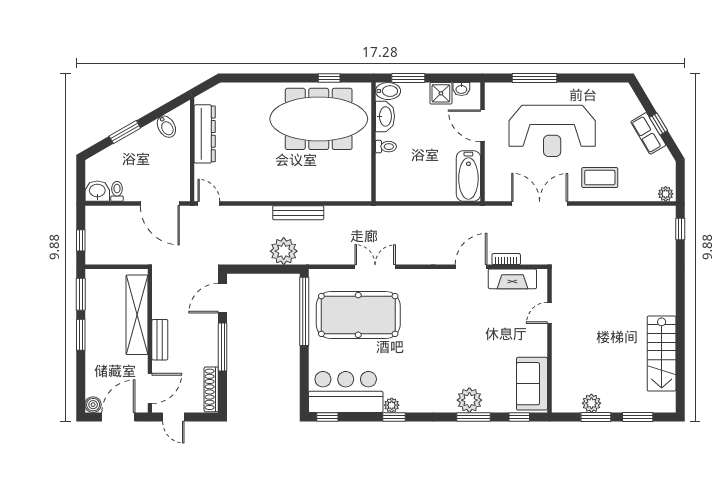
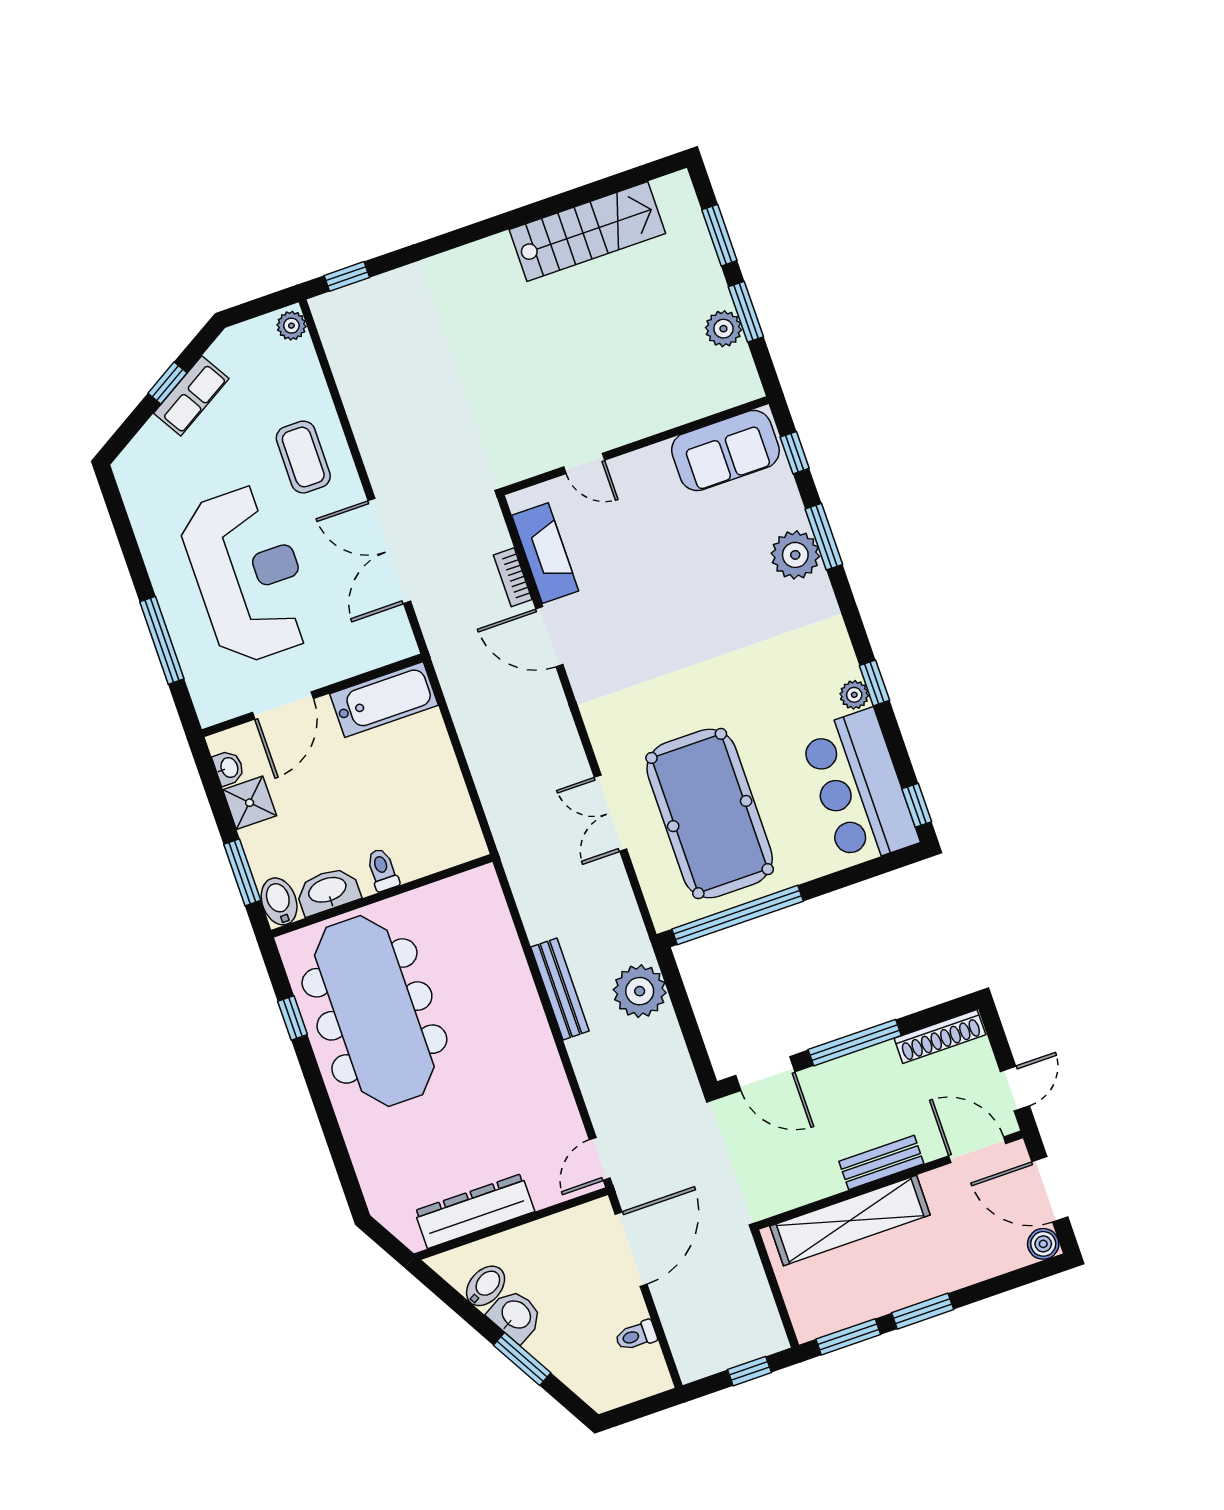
washbasin: (97, 191) -> (516, 1315), moved, turned 150

